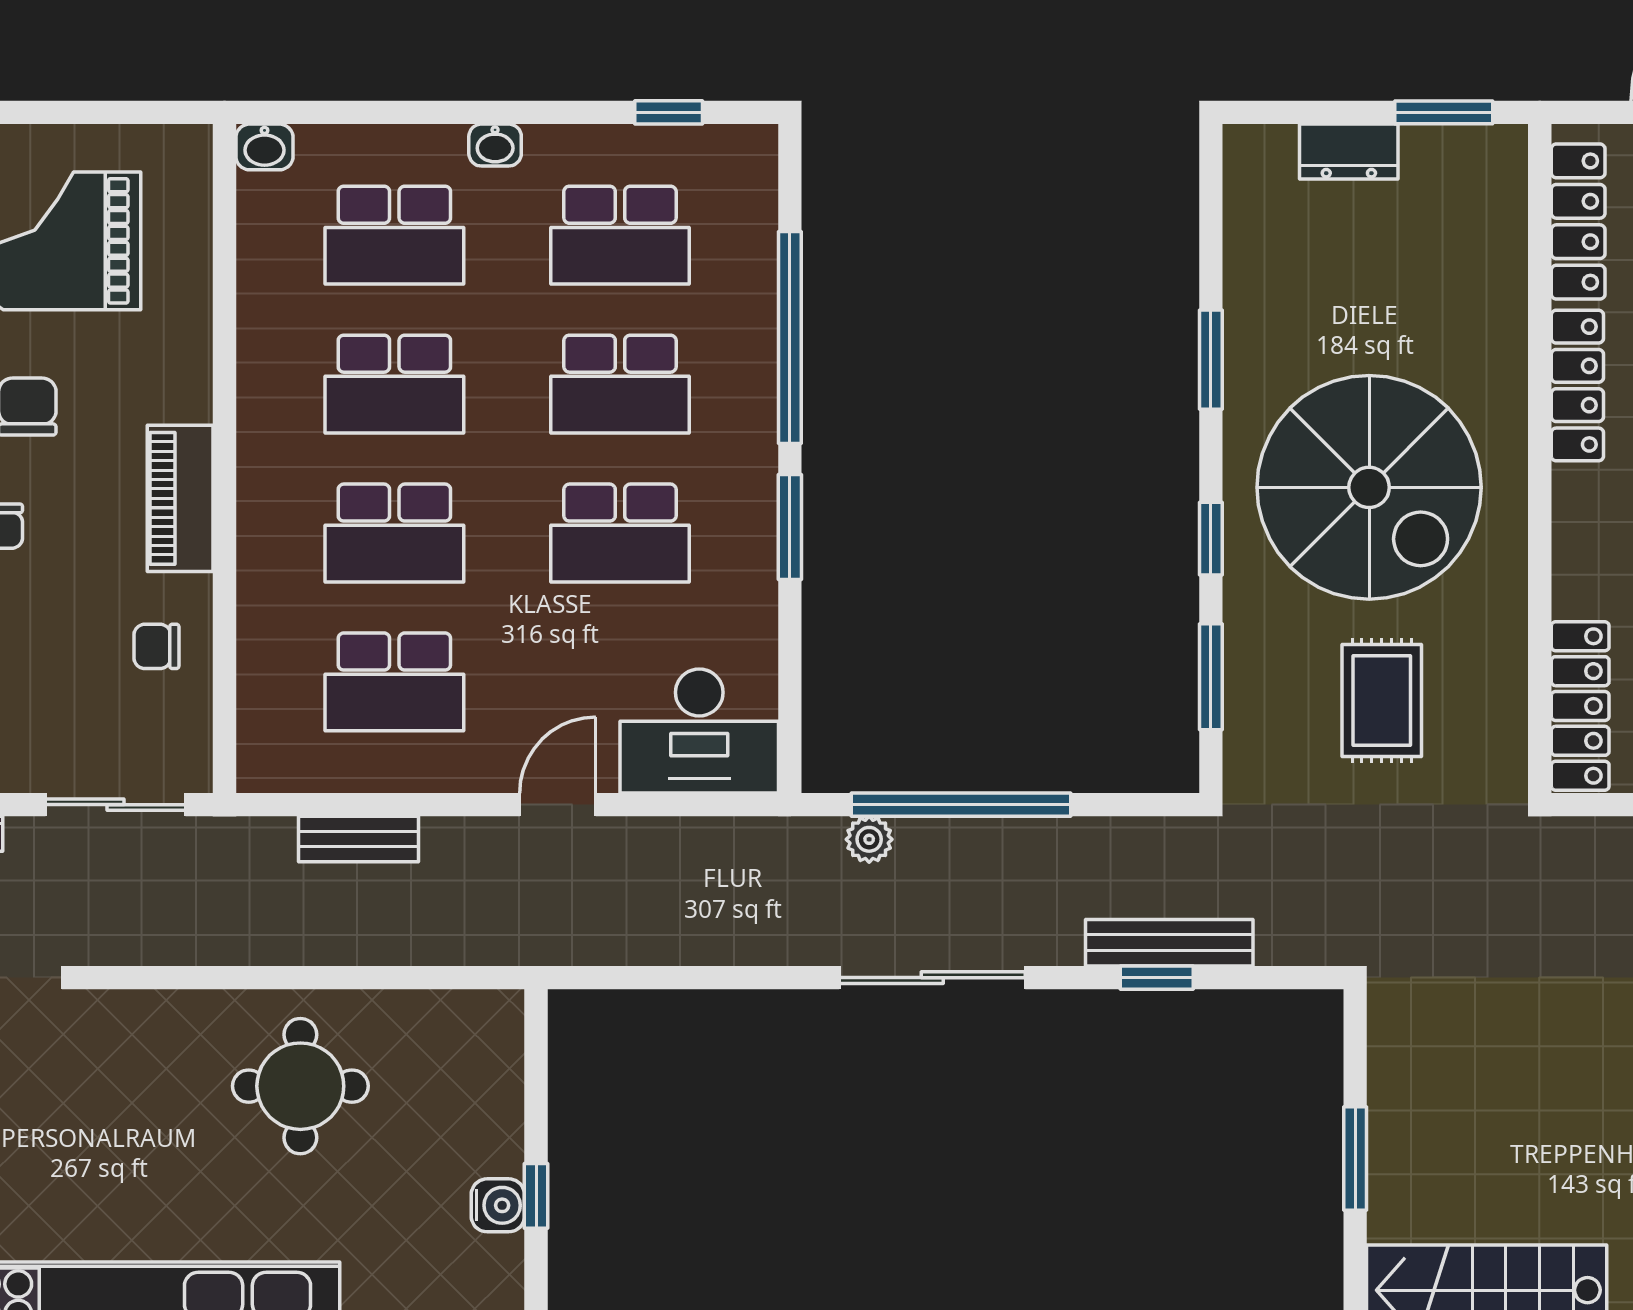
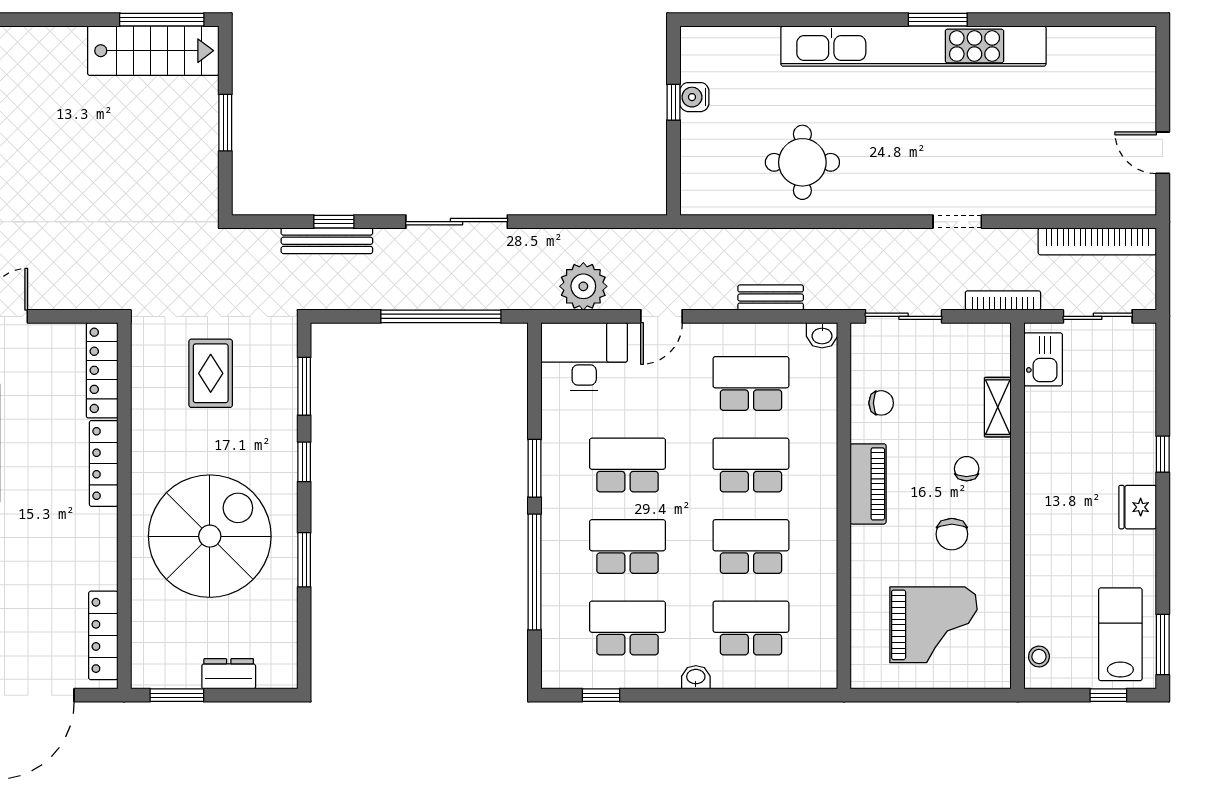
washbasin: (264, 147) -> (822, 335), moved, turned 180
locker: (1577, 386) -> (104, 463), moved
spiral stairs: (1369, 487) -> (210, 536), moved, turned 90
plant: (869, 839) -> (583, 286), moved, width x1.88, depth x1.88

